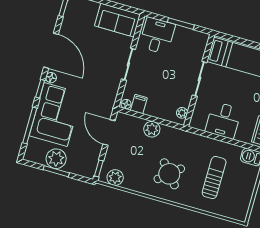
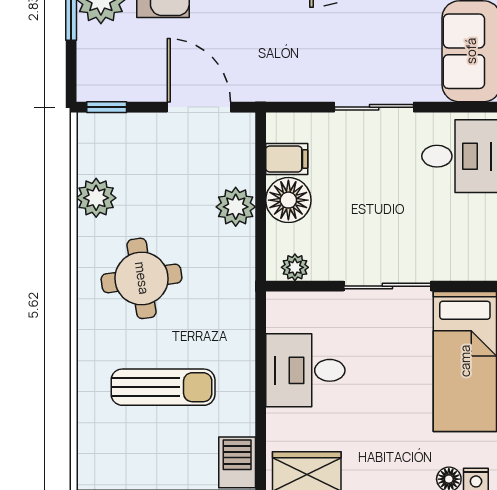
floor lamp: (126, 104) -> (288, 200), moved, width x1.89, depth x1.89
door: (109, 132) -> (199, 107), hinge flipped
round table: (169, 174) -> (142, 278), turned 32
plant: (115, 178) -> (96, 198), moved

